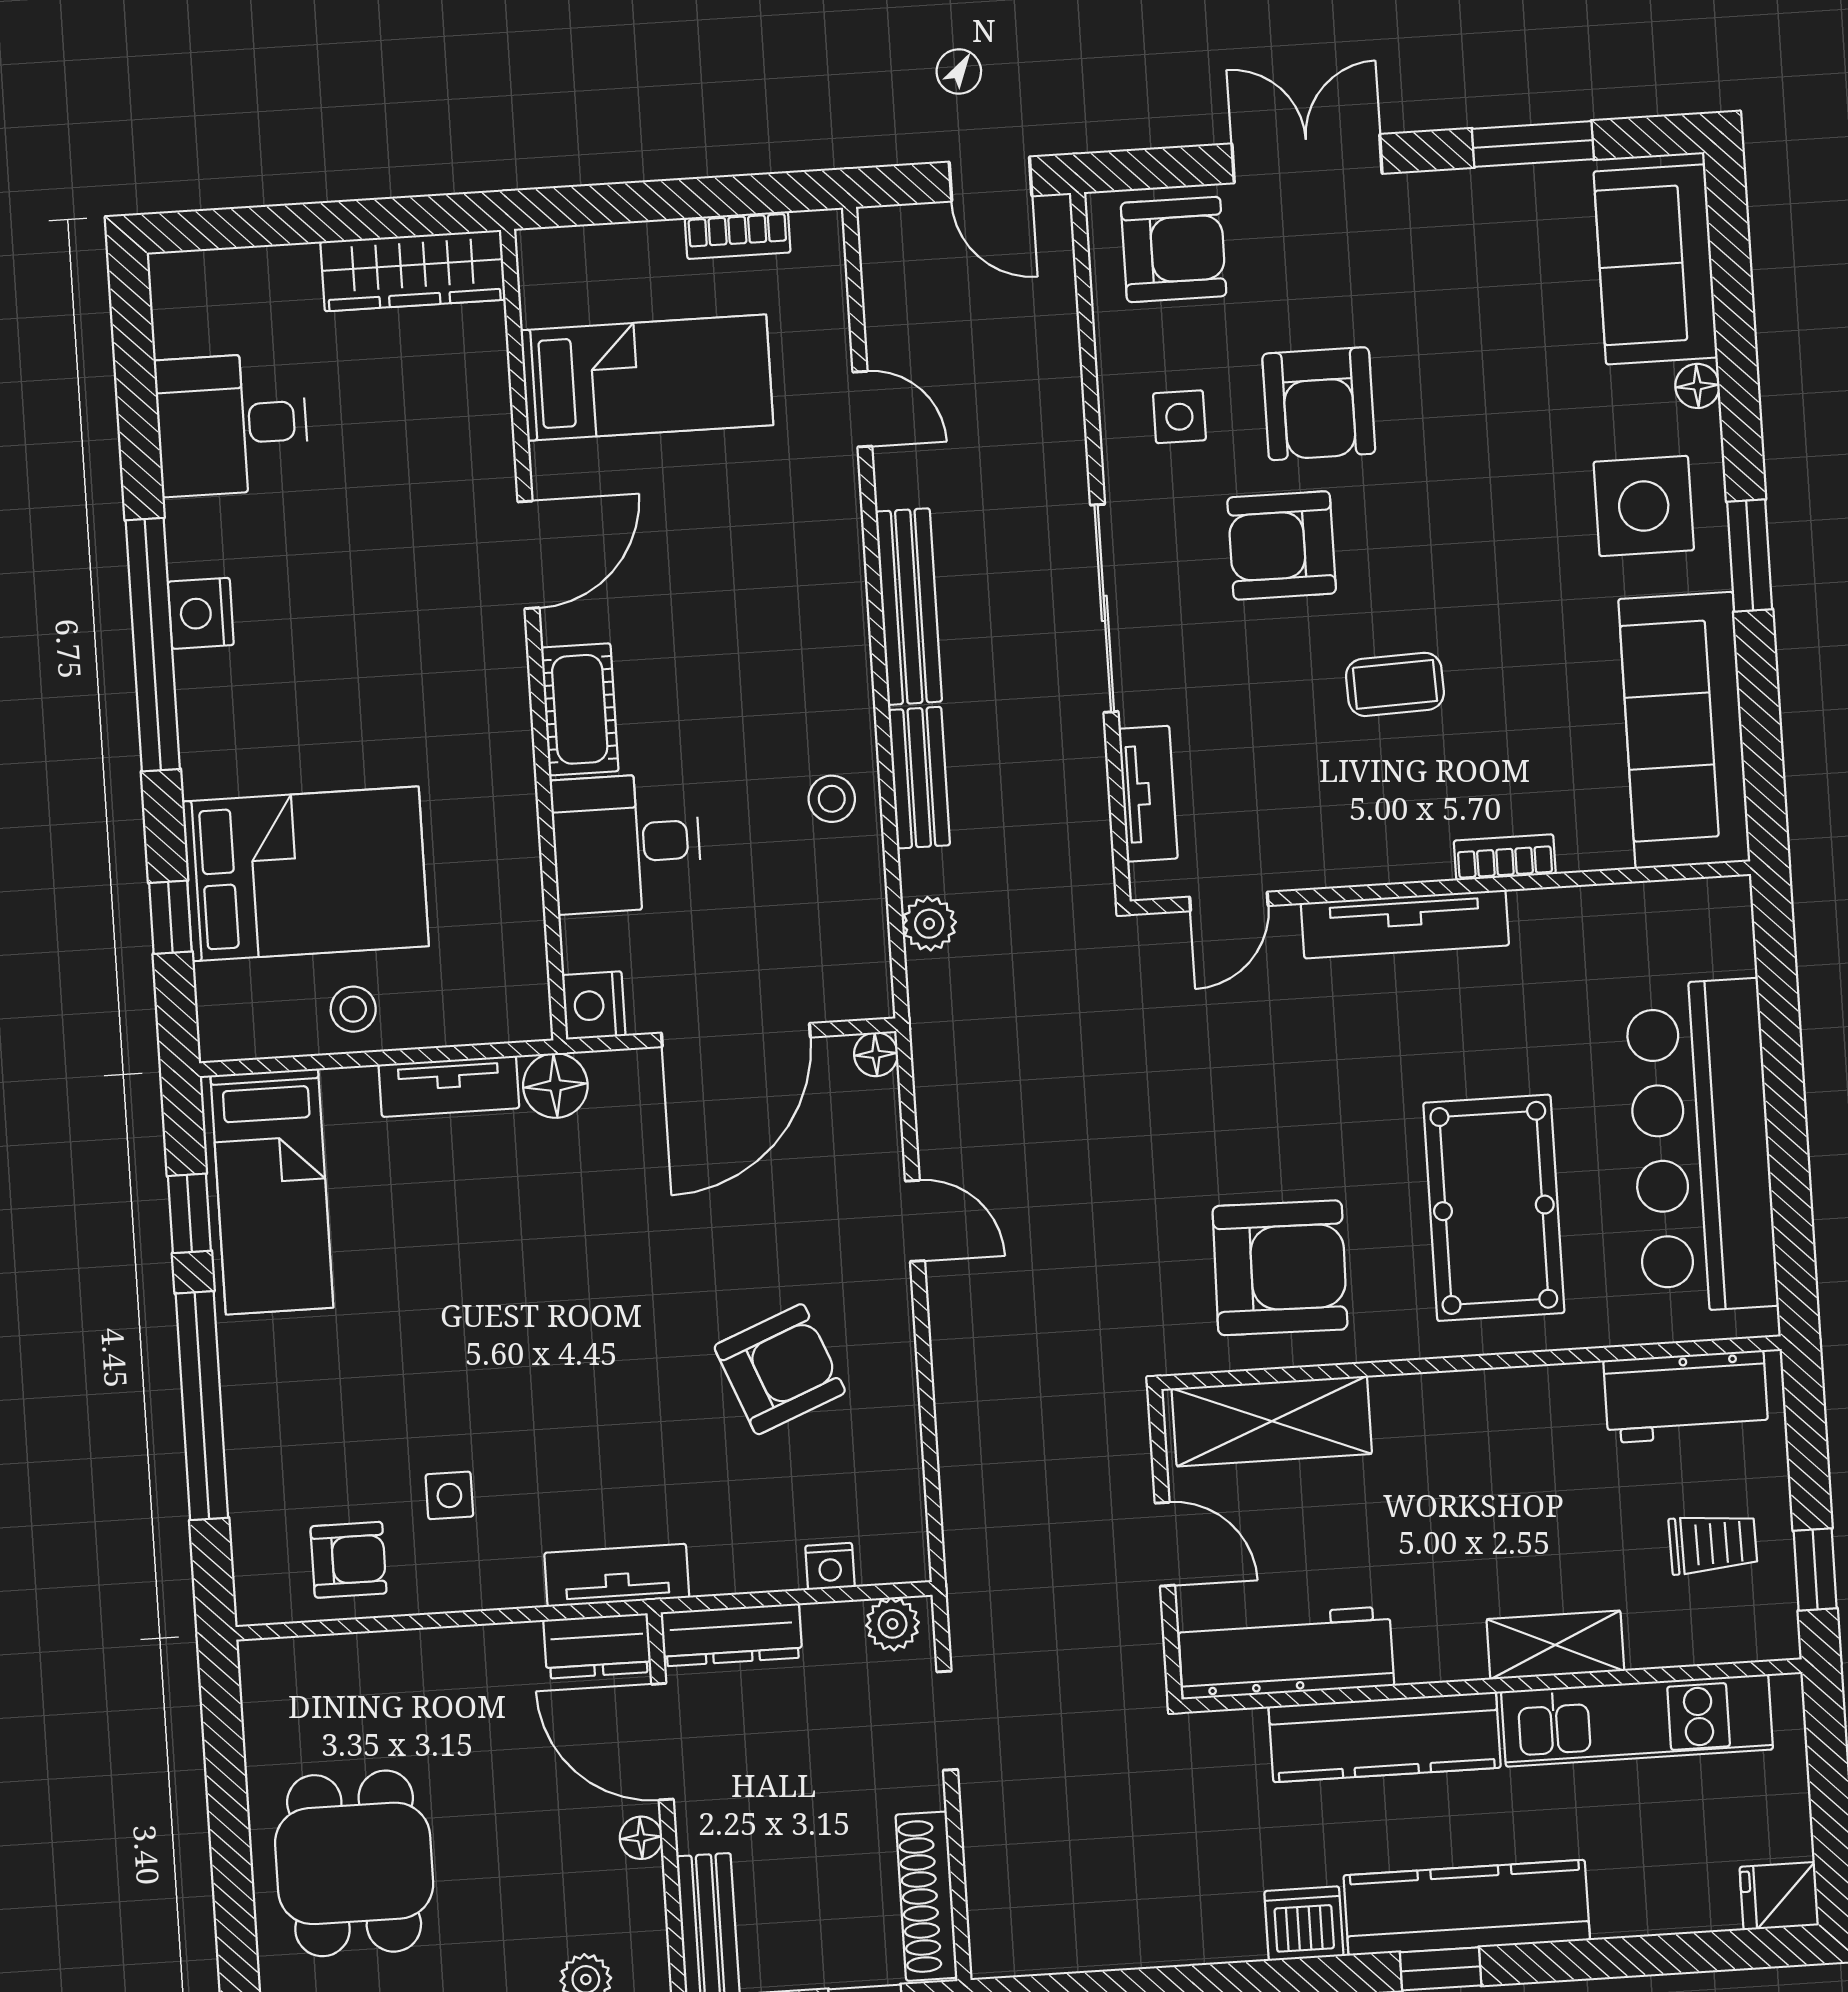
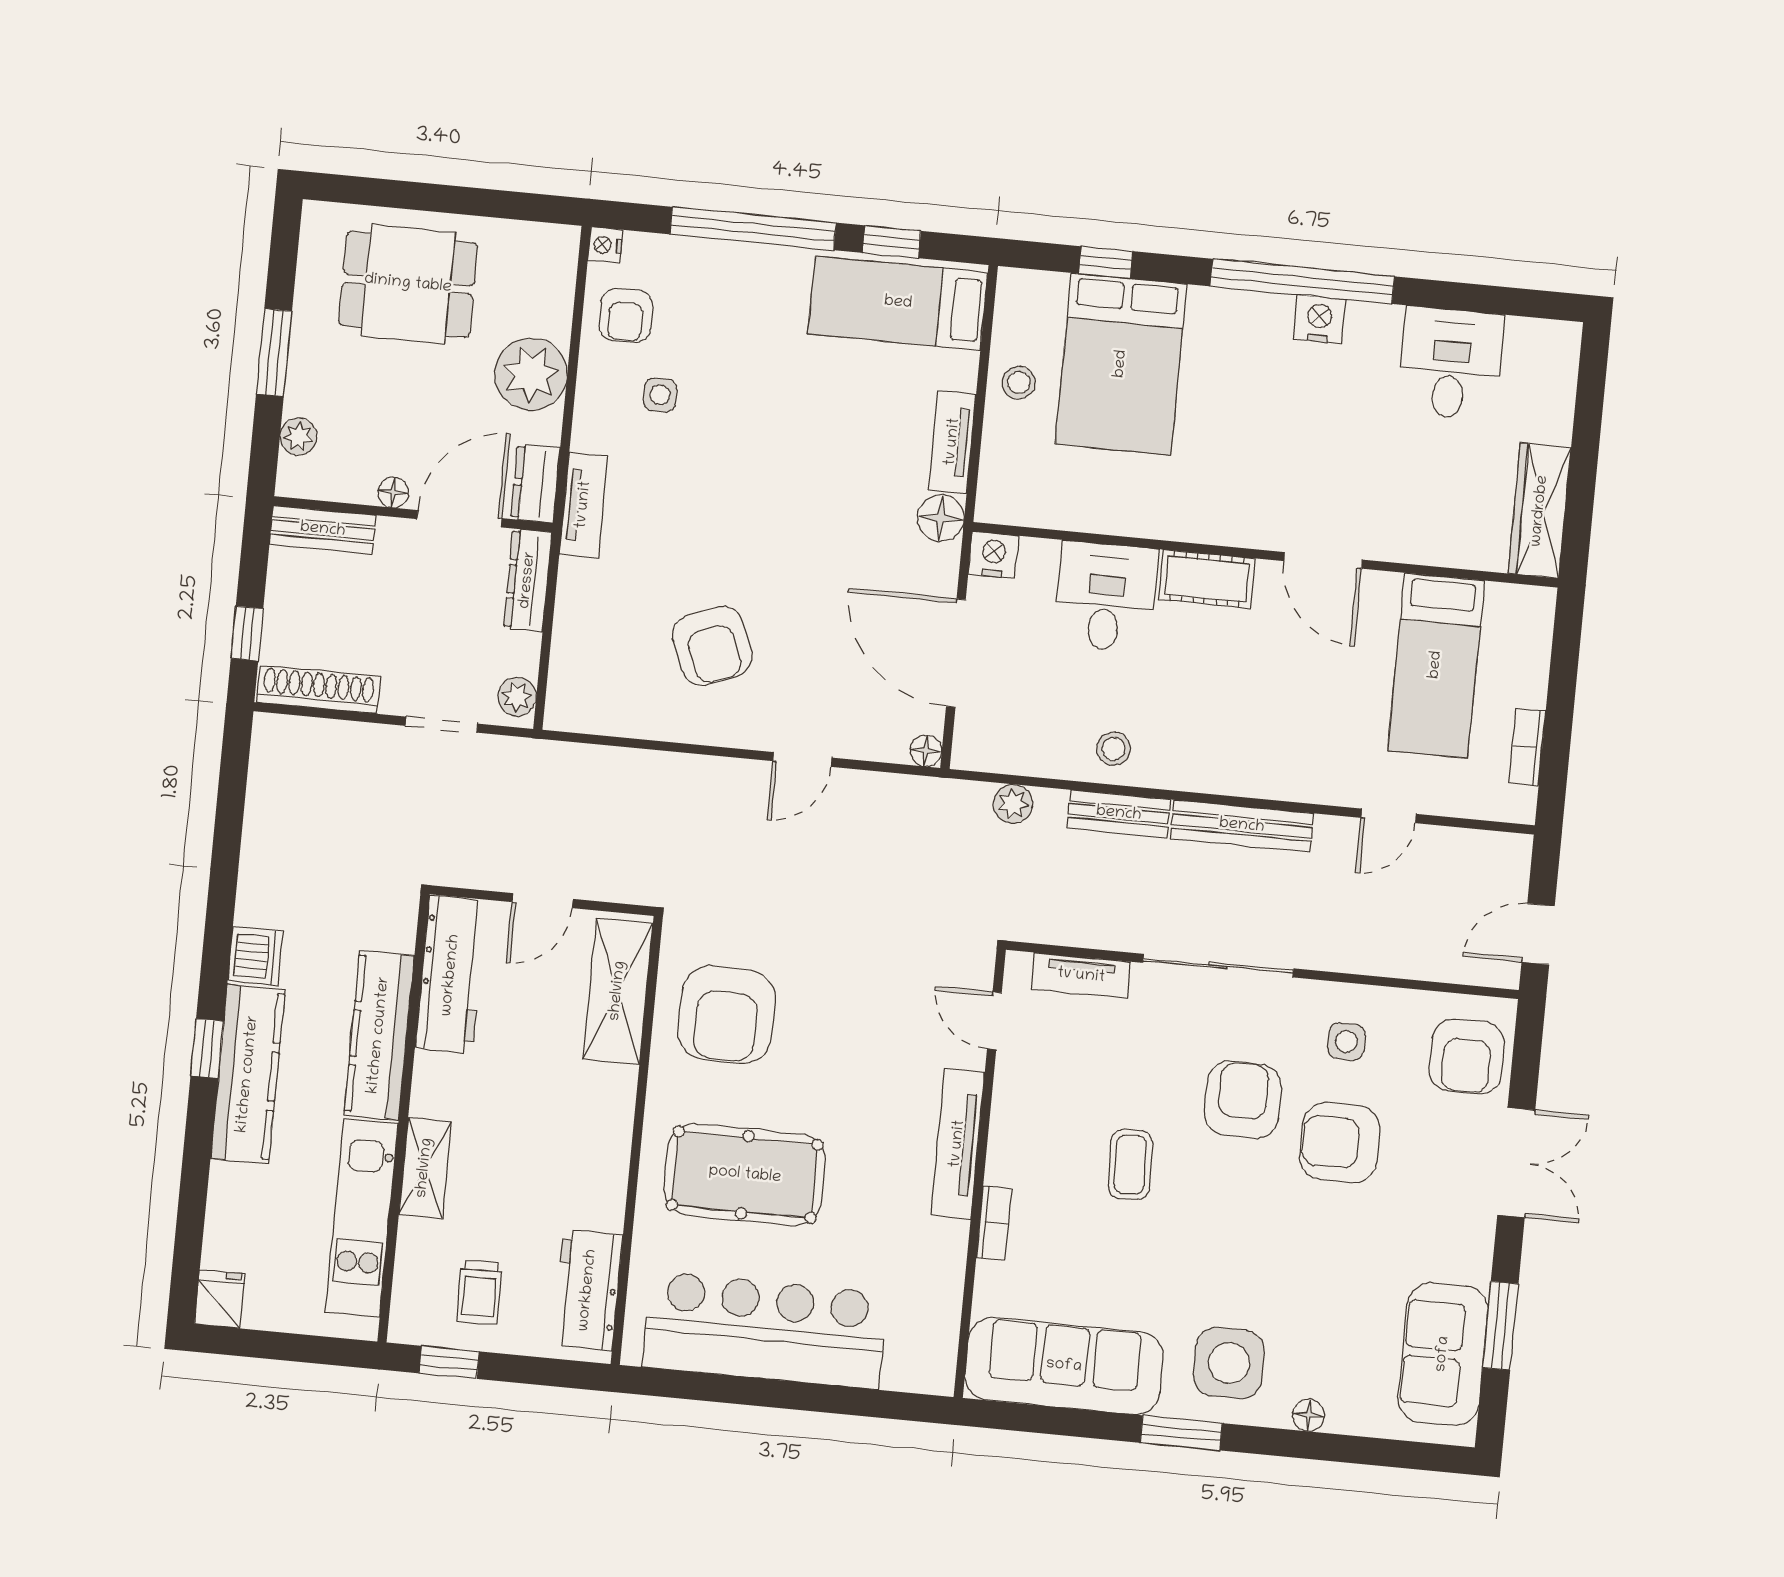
sofa: (1656, 264) -> (1443, 1354), moved, turned -90
nightstand: (830, 1566) -> (605, 245), moved
plant: (450, 1676) -> (531, 374), added

